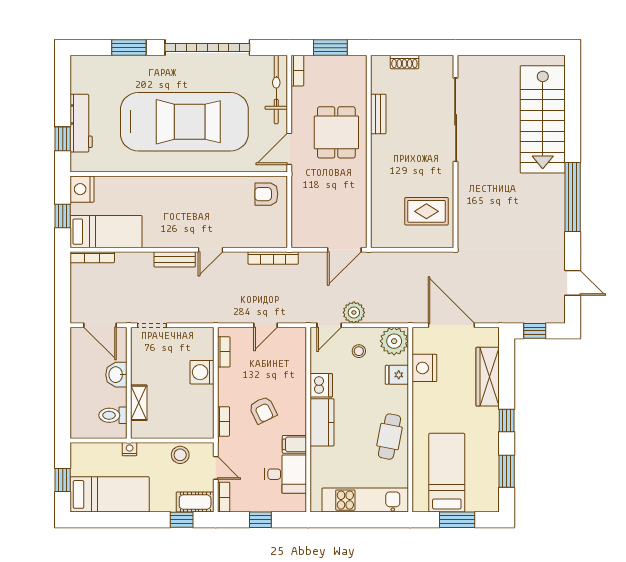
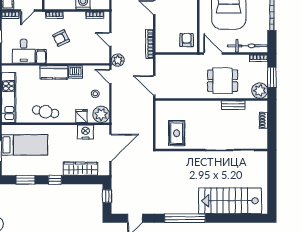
plant: (353, 69) -> (260, 91), added
plant: (354, 313) -> (118, 60), moved

